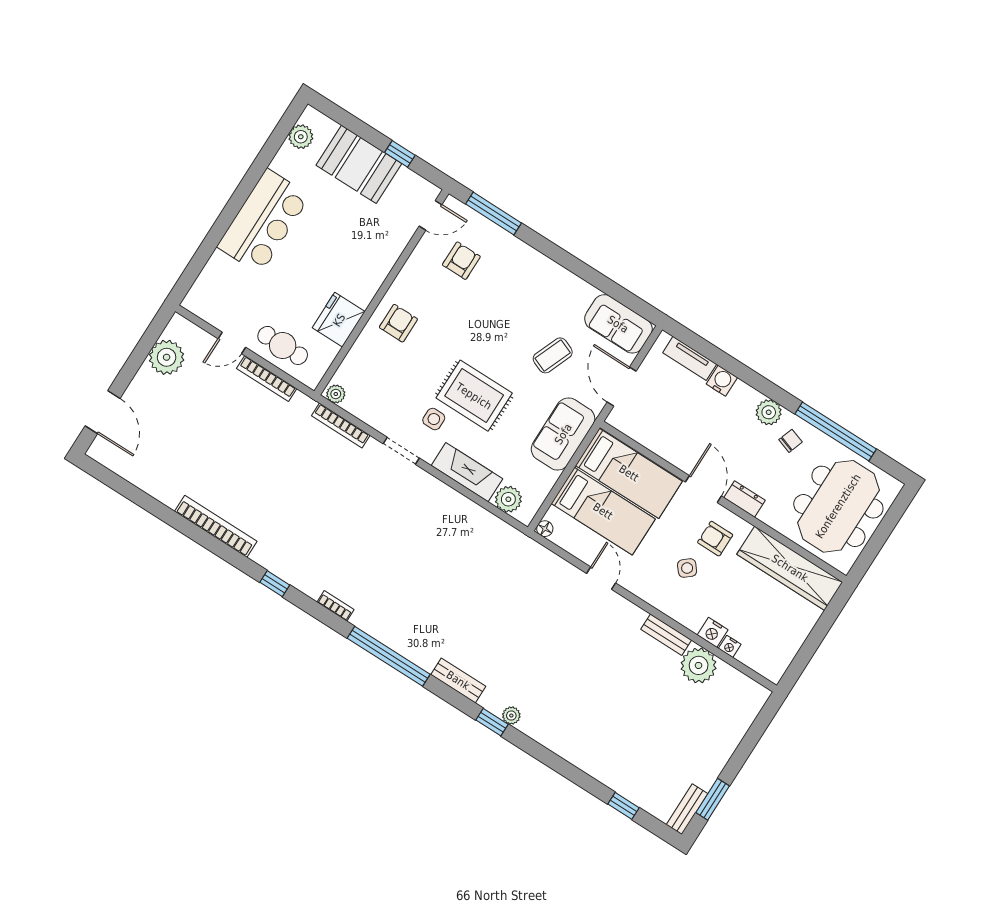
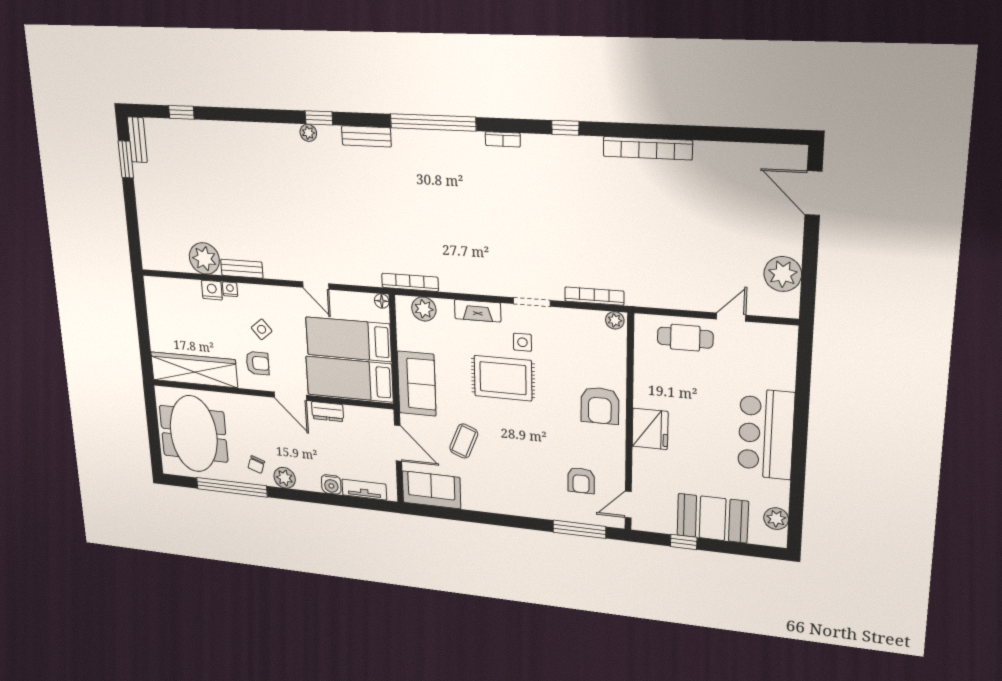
fridge: (339, 320) -> (650, 429), moved
armchair: (398, 323) -> (600, 406), width x1.38, depth x1.38
bookcase: (267, 379) -> (410, 282), moved
fireplace: (467, 472) -> (478, 311), width x0.73, depth x0.76
dresser: (744, 499) -> (328, 412), moved
nightstand: (730, 646) -> (230, 289), moved

